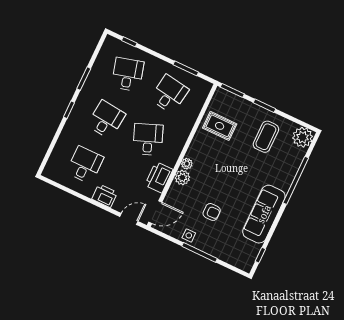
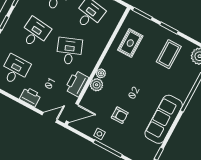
rug: (220, 126) -> (130, 43), turned 90

